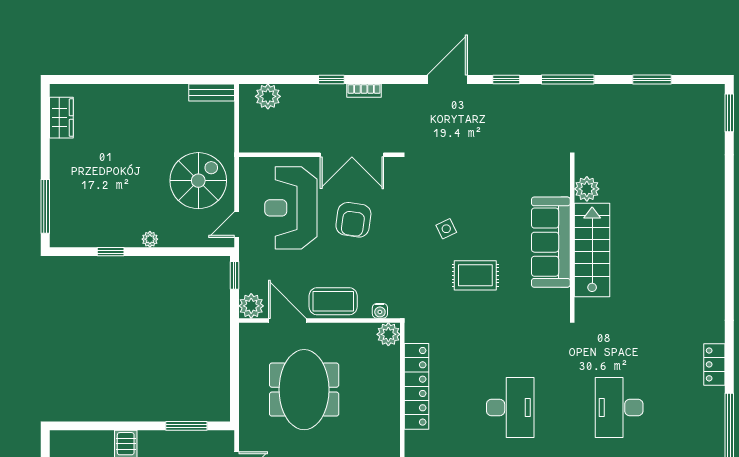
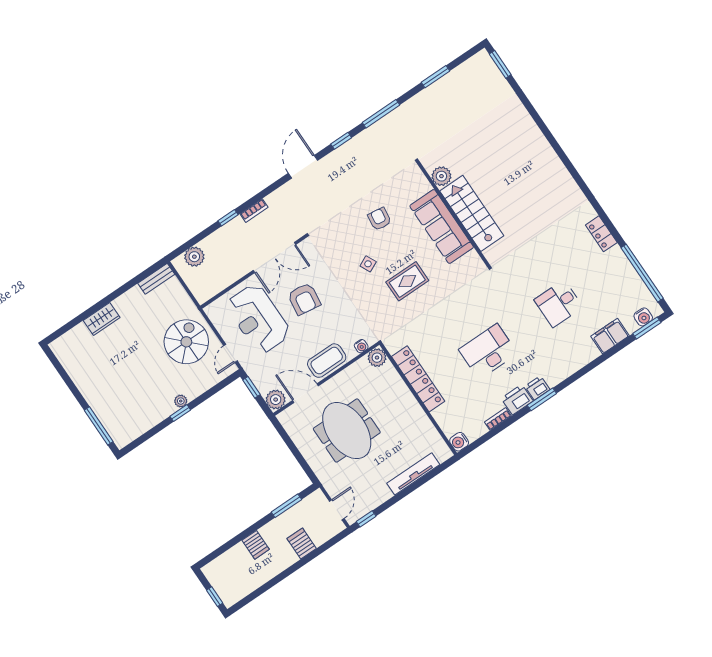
wardrobe: (61, 118) -> (102, 319), moved, turned 90
armchair: (491, 190) -> (379, 219), added
window: (111, 252) -> (180, 413), moved
desk: (510, 408) -> (488, 351), turned -90
desk: (619, 408) -> (559, 304), width x0.73

